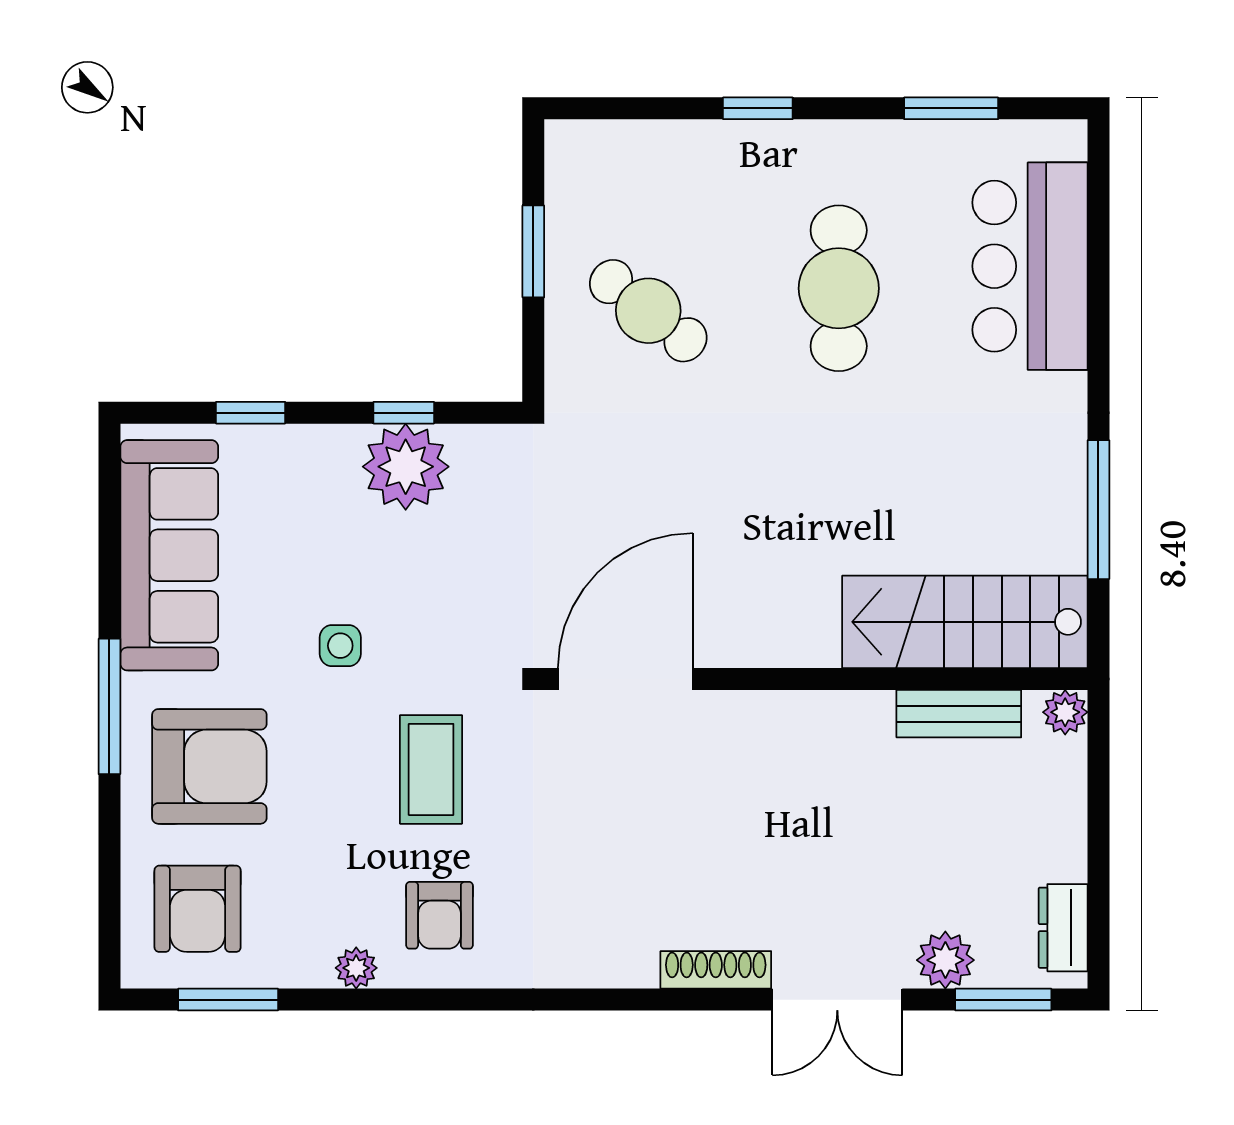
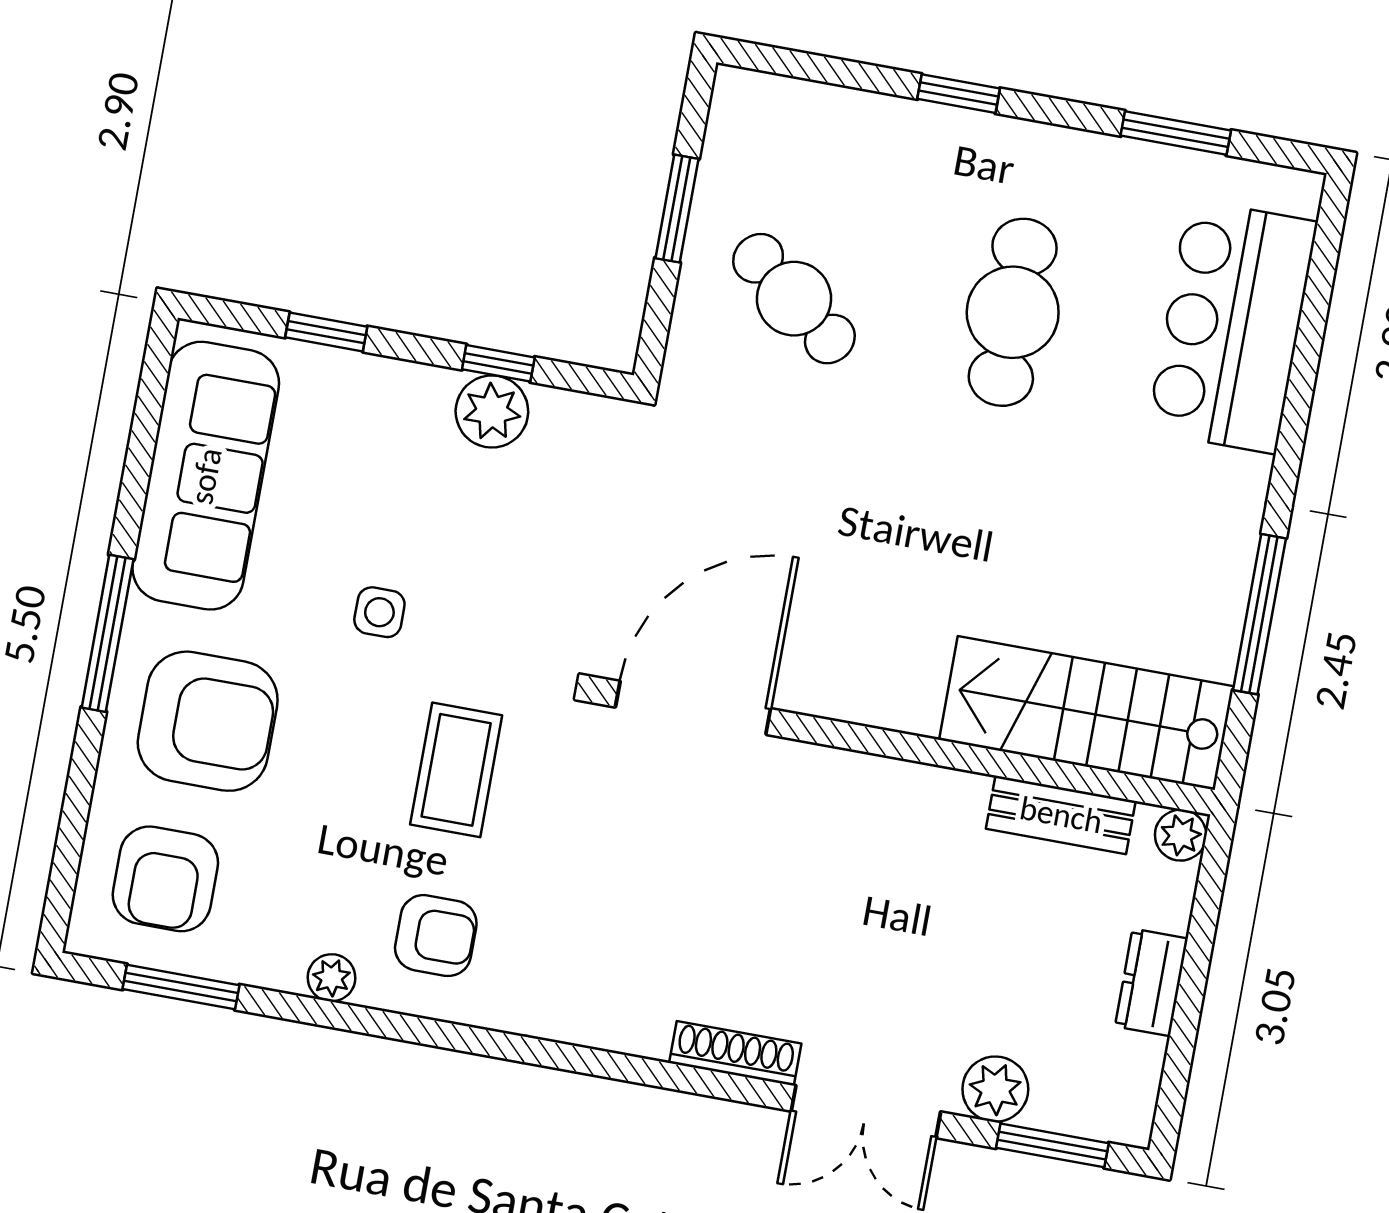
plant: (406, 467) -> (492, 411), width x0.73, depth x0.73
armchair: (439, 915) -> (436, 936), turned -90
dresser: (1063, 928) -> (1151, 982), moved

